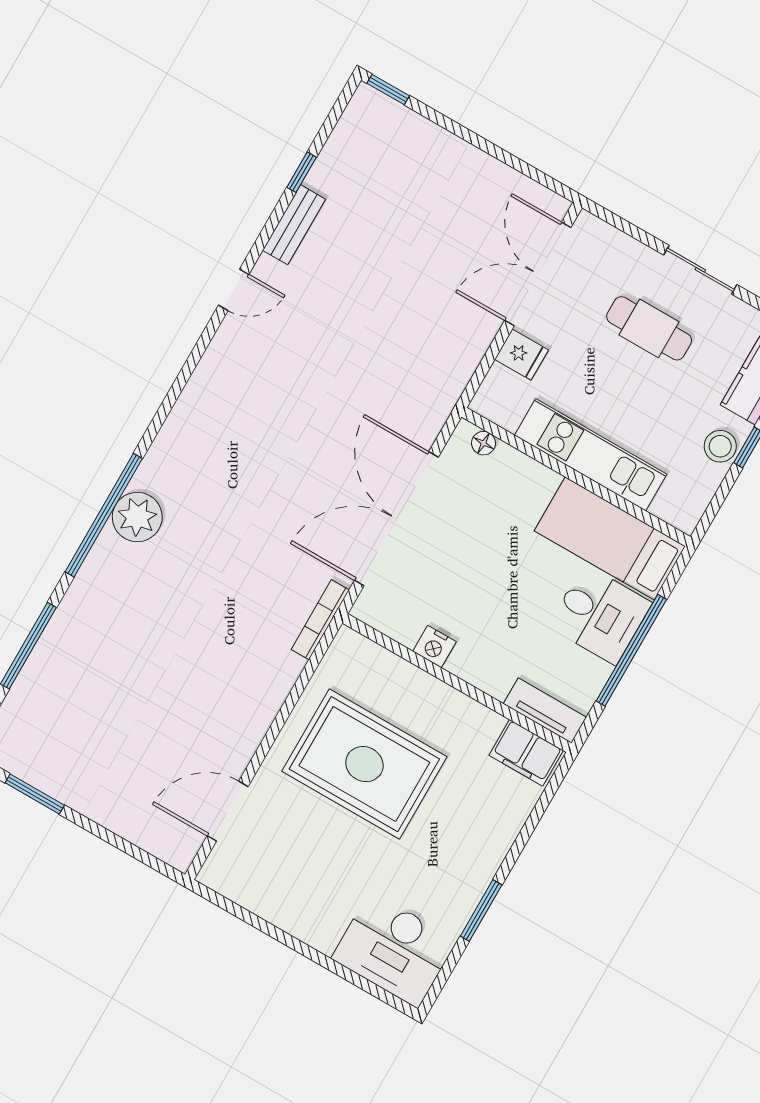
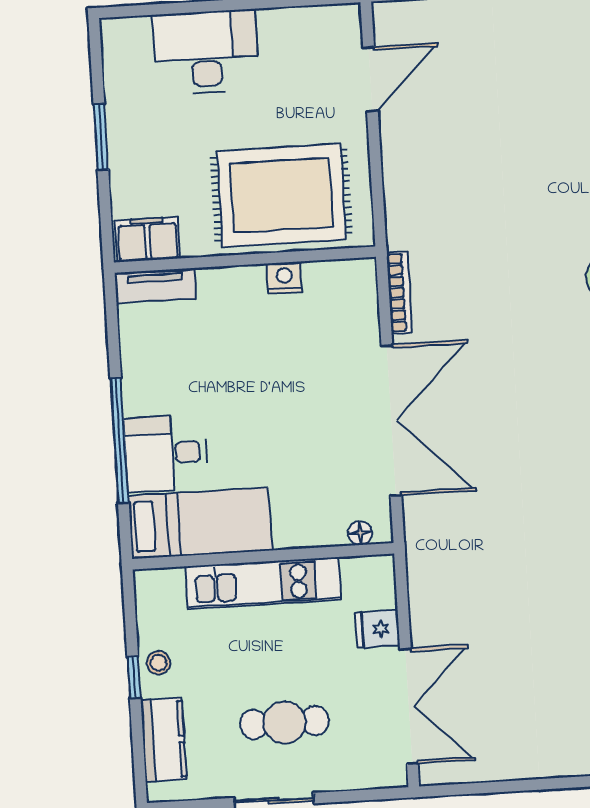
stool: (720, 446) -> (158, 663), width x0.73, depth x0.73
nightstand: (434, 647) -> (284, 278), moved
wall: (457, 683) -> (245, 260), moved
tv unit: (545, 711) -> (155, 286), moved
filing cabinet: (526, 753) -> (148, 239), moved
desk: (394, 949) -> (206, 52), moved

